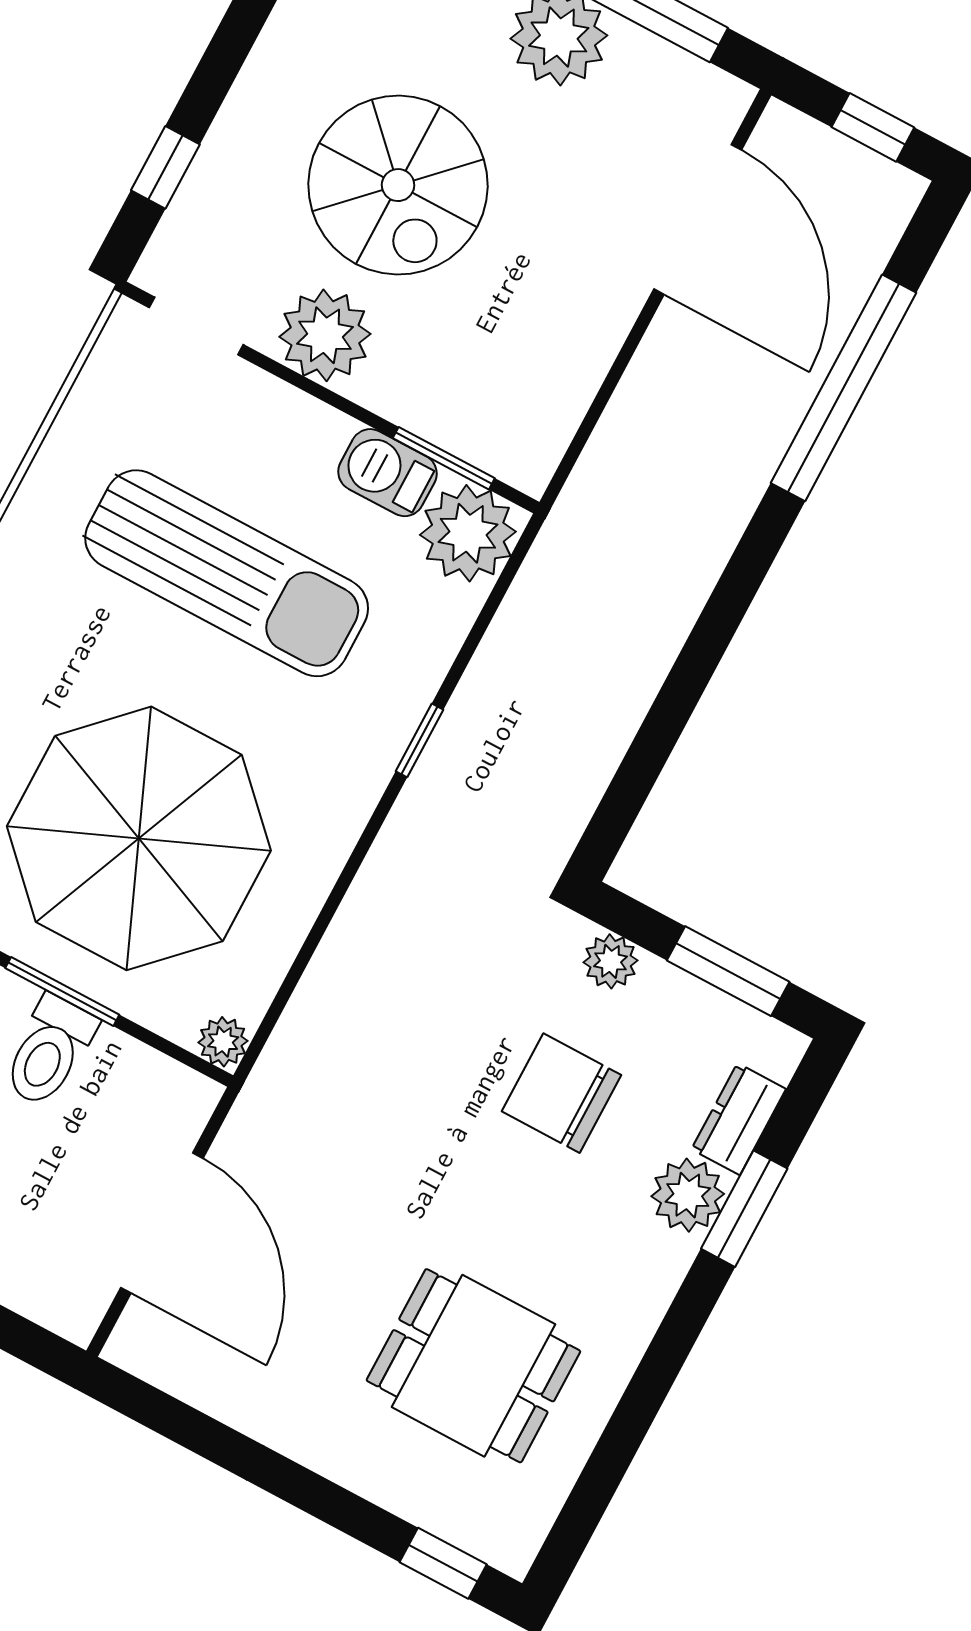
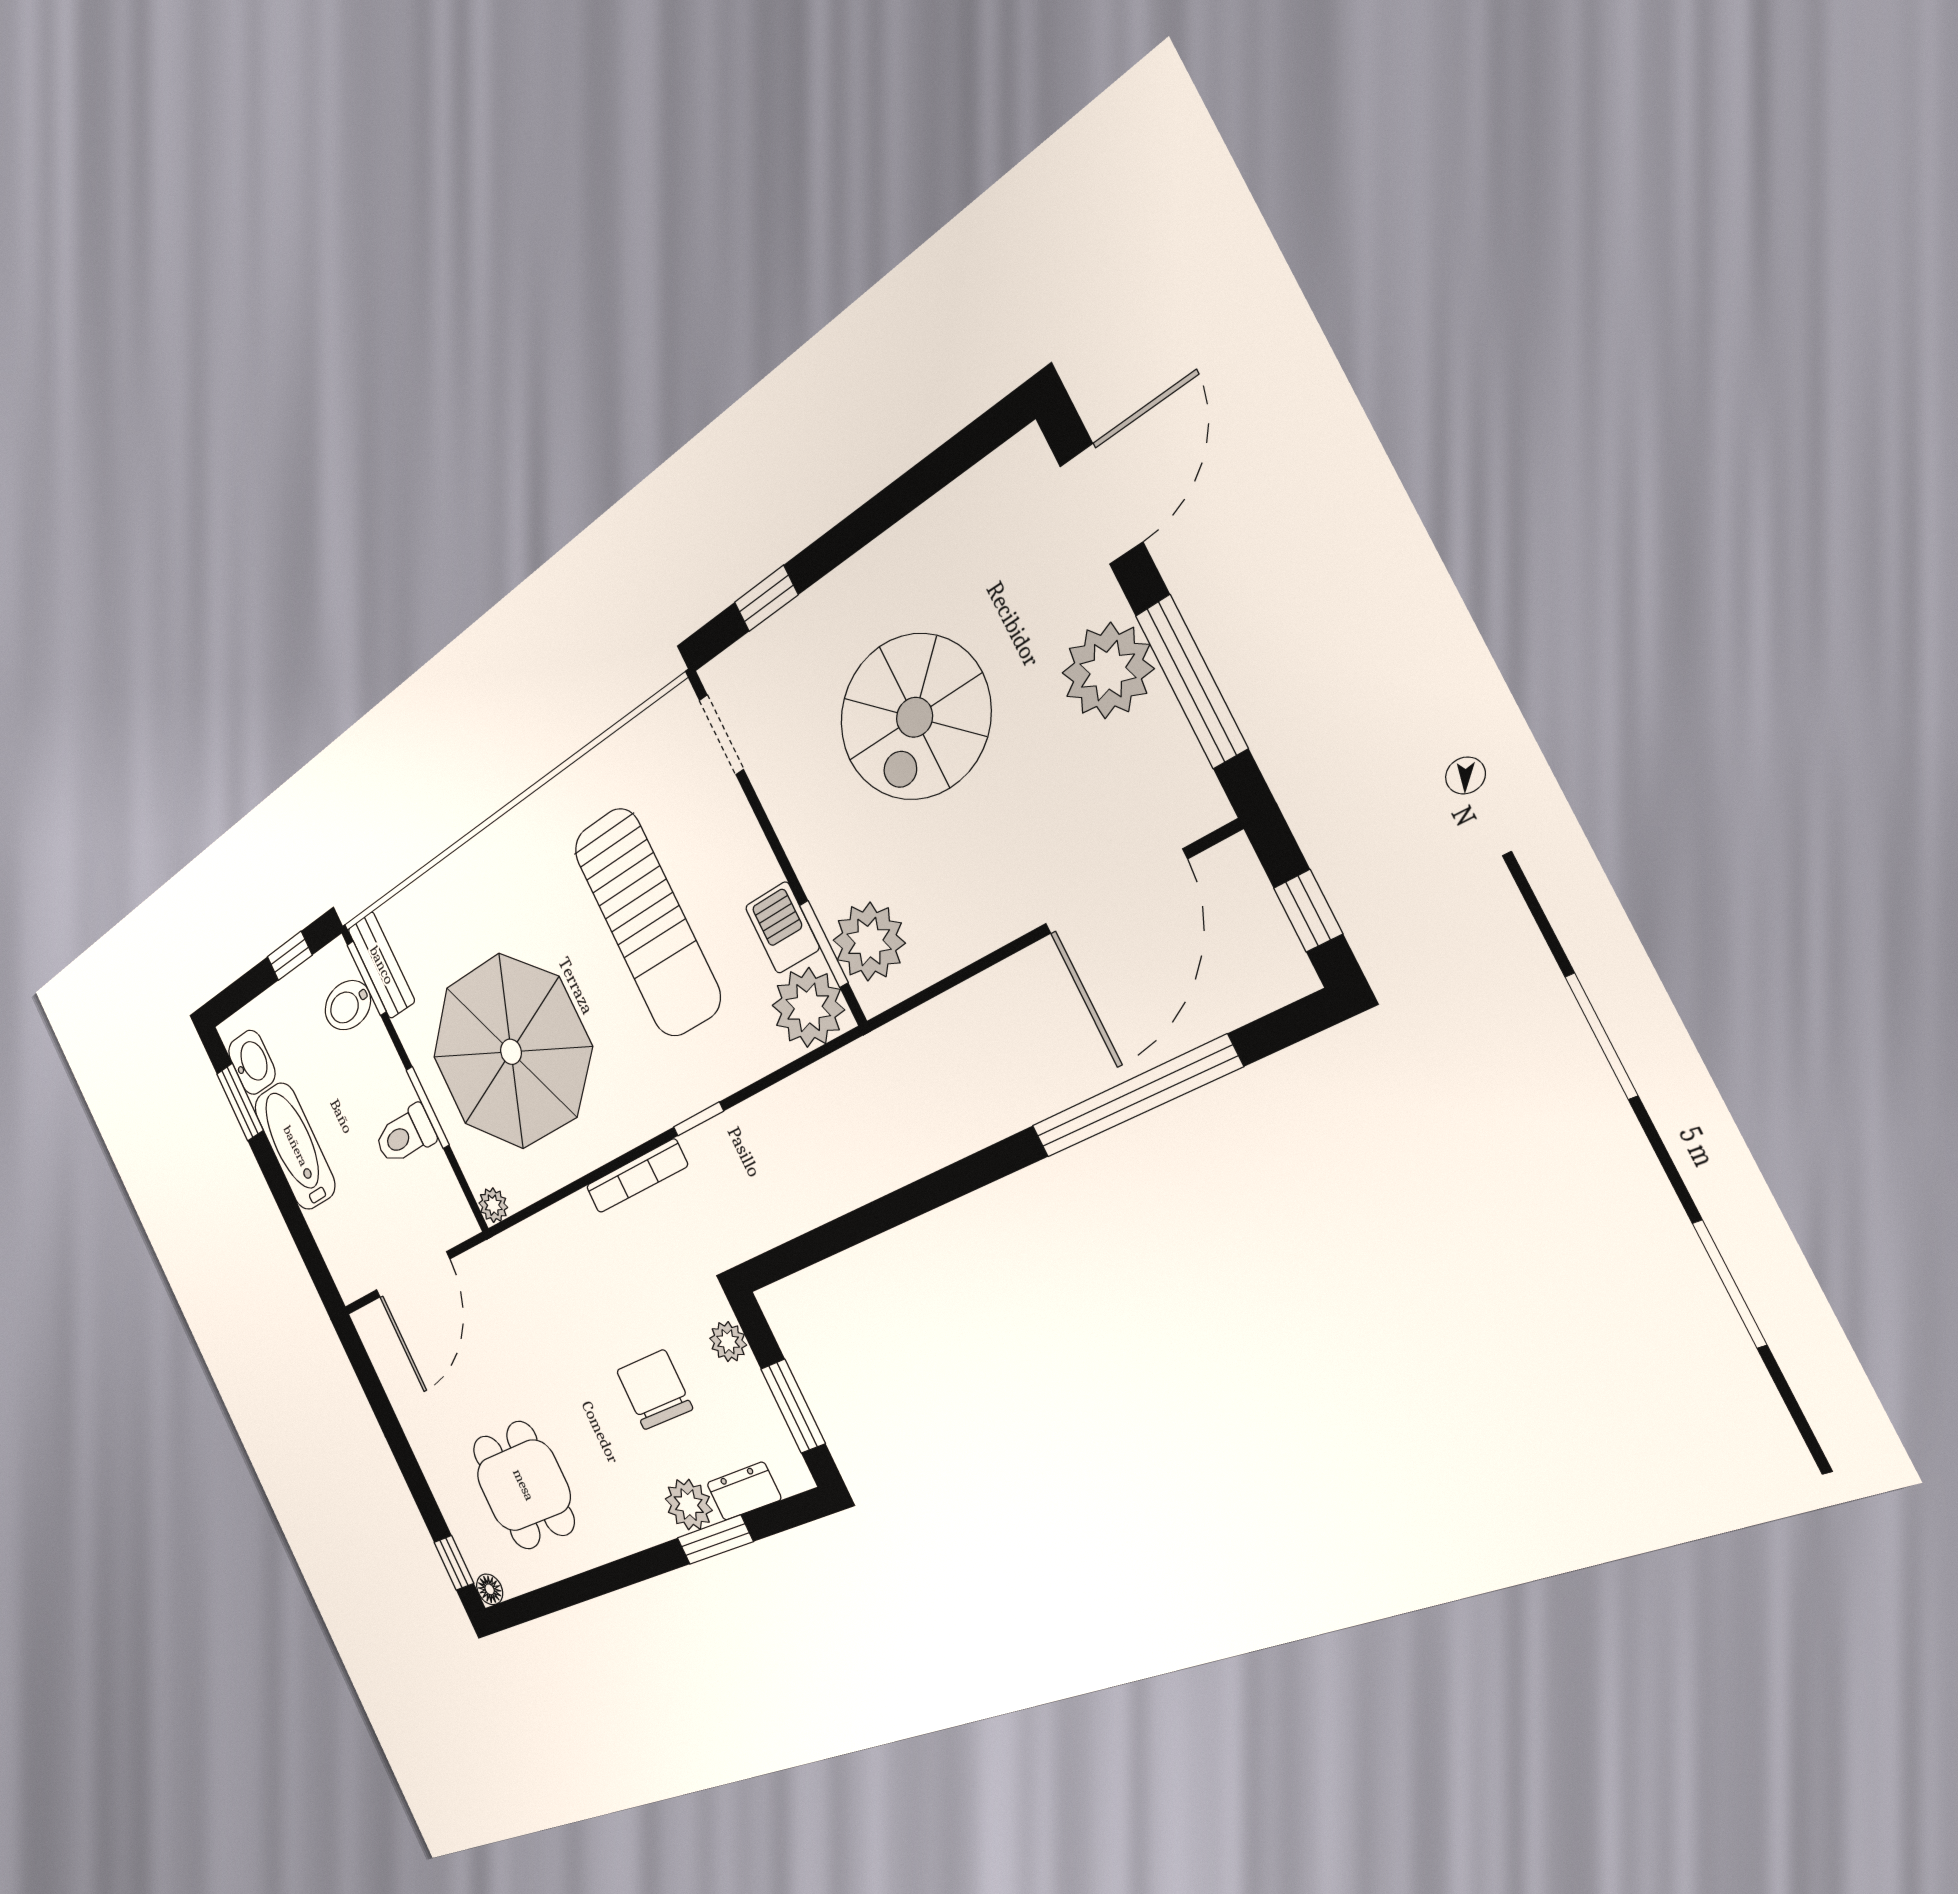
plant: (325, 335) -> (869, 942), moved
bookcase: (386, 861) -> (636, 1176), added
floor lamp: (512, 1551) -> (490, 1589), added

